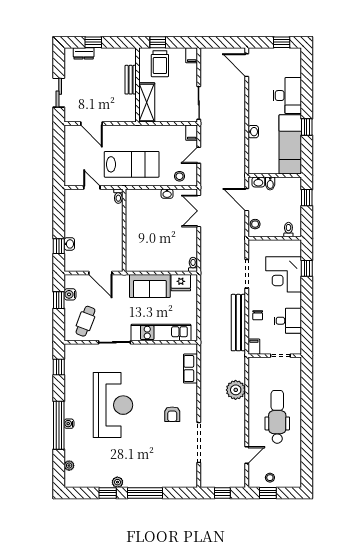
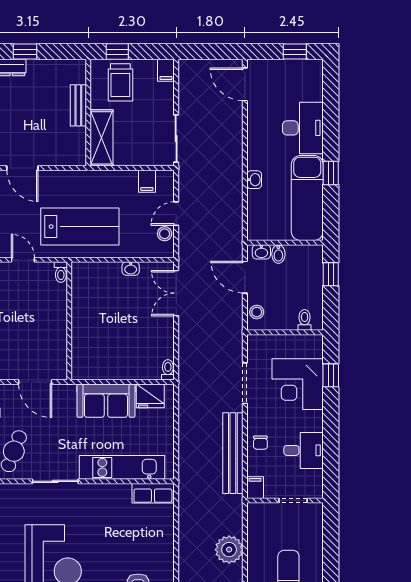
filing cabinet: (192, 133) -> (147, 181), moved
stool: (180, 176) -> (165, 234), moved
row of seats: (190, 369) -> (153, 493), moved, turned -90

